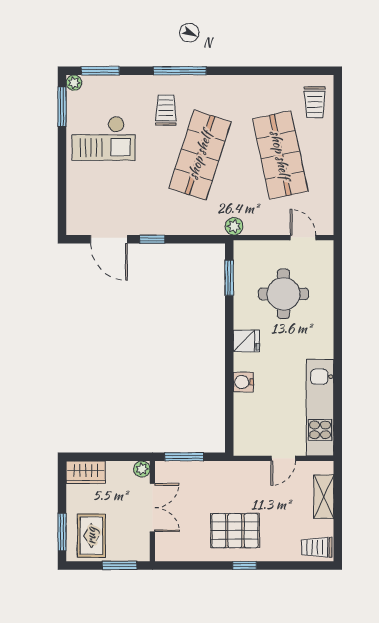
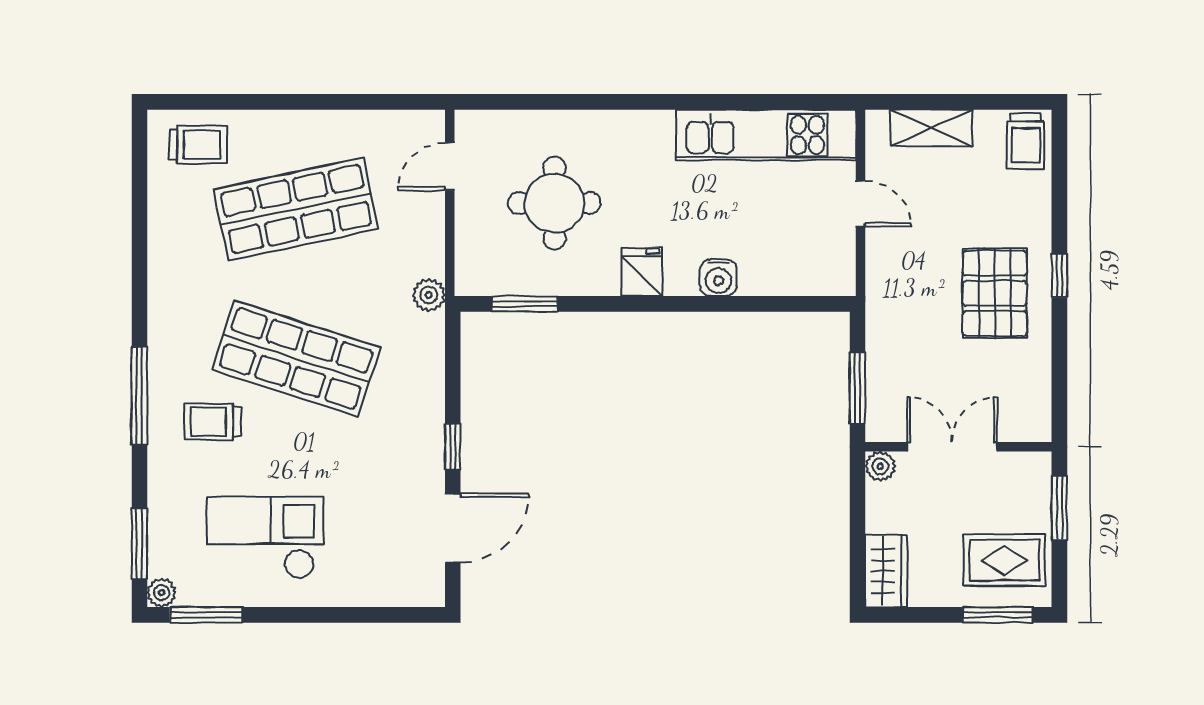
checkout: (103, 138) -> (265, 538), turned -90

